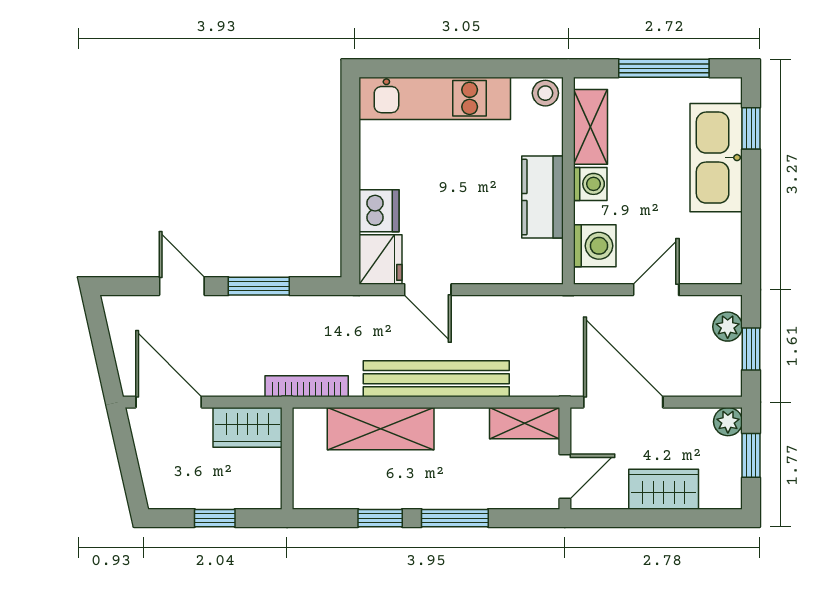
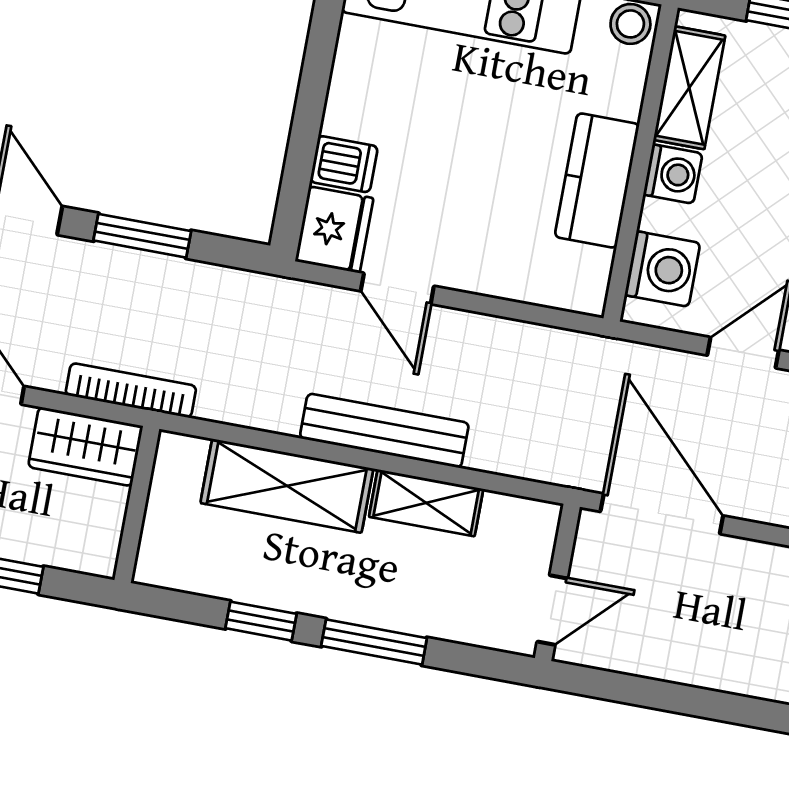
dishwasher: (379, 211) -> (344, 164), width x0.73
bench: (436, 379) -> (384, 431), width x0.73, depth x0.82
bookcase: (307, 386) -> (131, 390), moved
shelving: (525, 423) -> (426, 503), moved
wardrobe: (664, 489) -> (698, 657), removed

